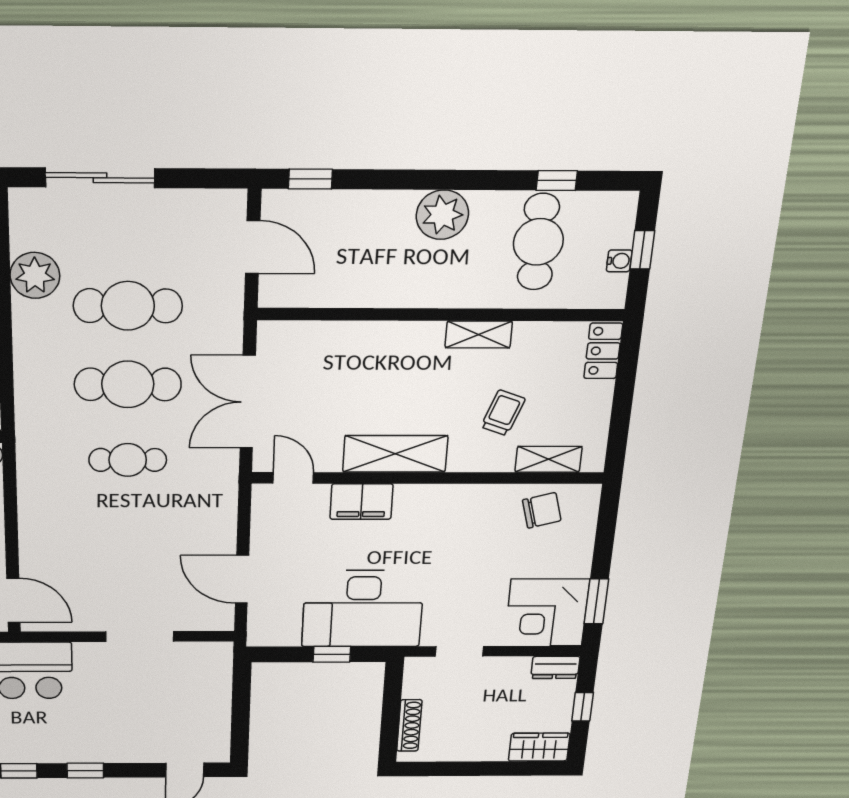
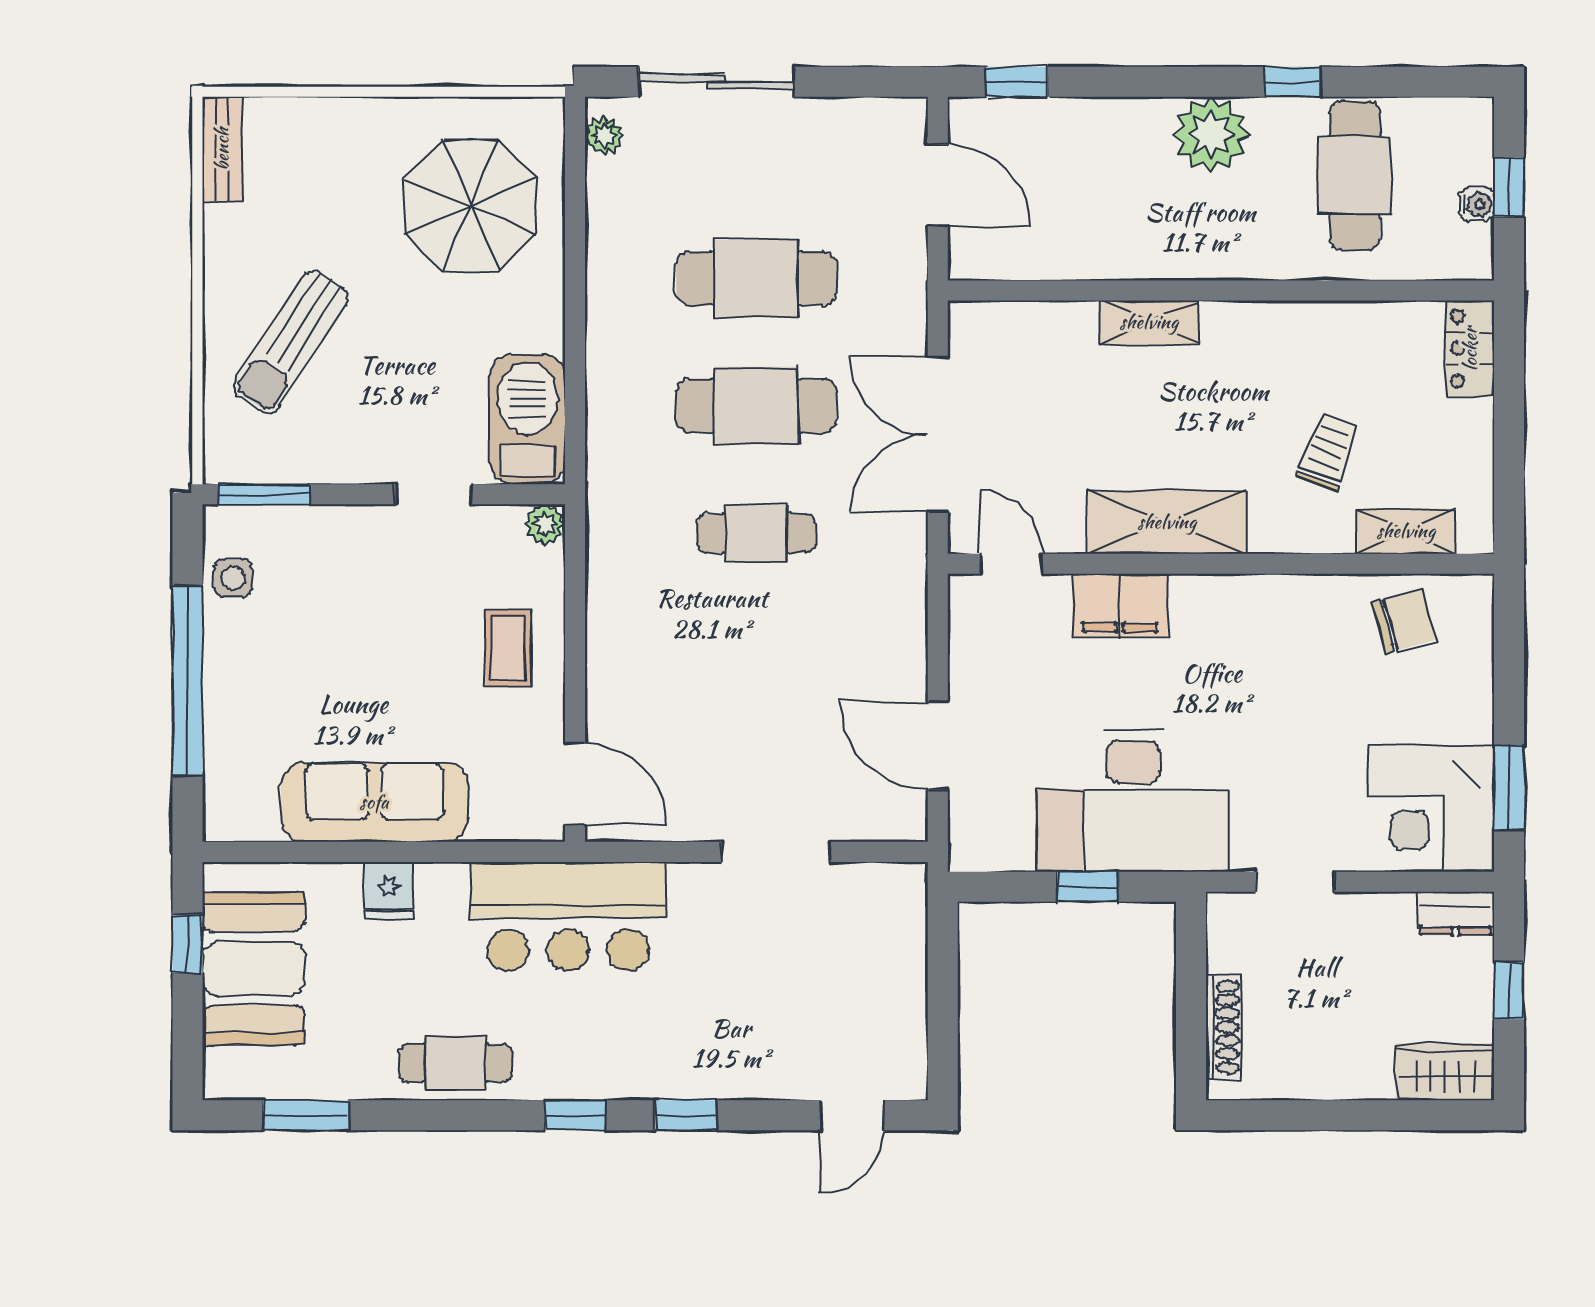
window: (557, 180) -> (1292, 82), moved
plant: (35, 275) -> (604, 136), moved, width x0.53, depth x0.53
shelving: (479, 334) -> (1149, 322), moved

